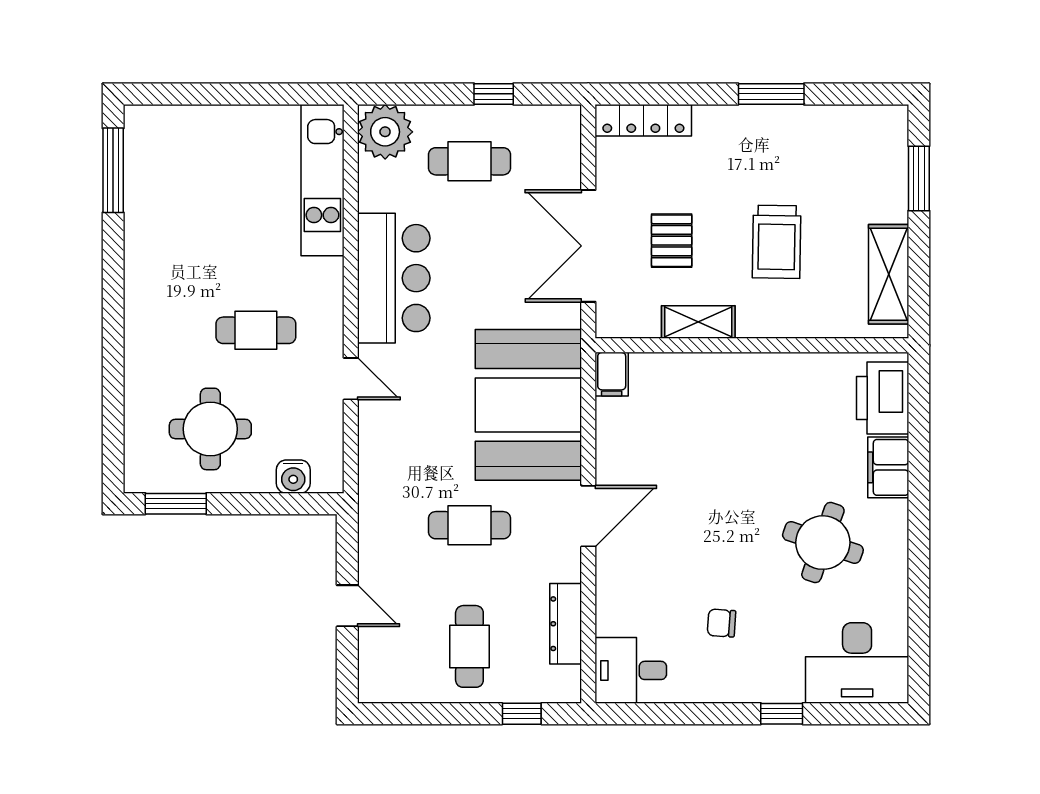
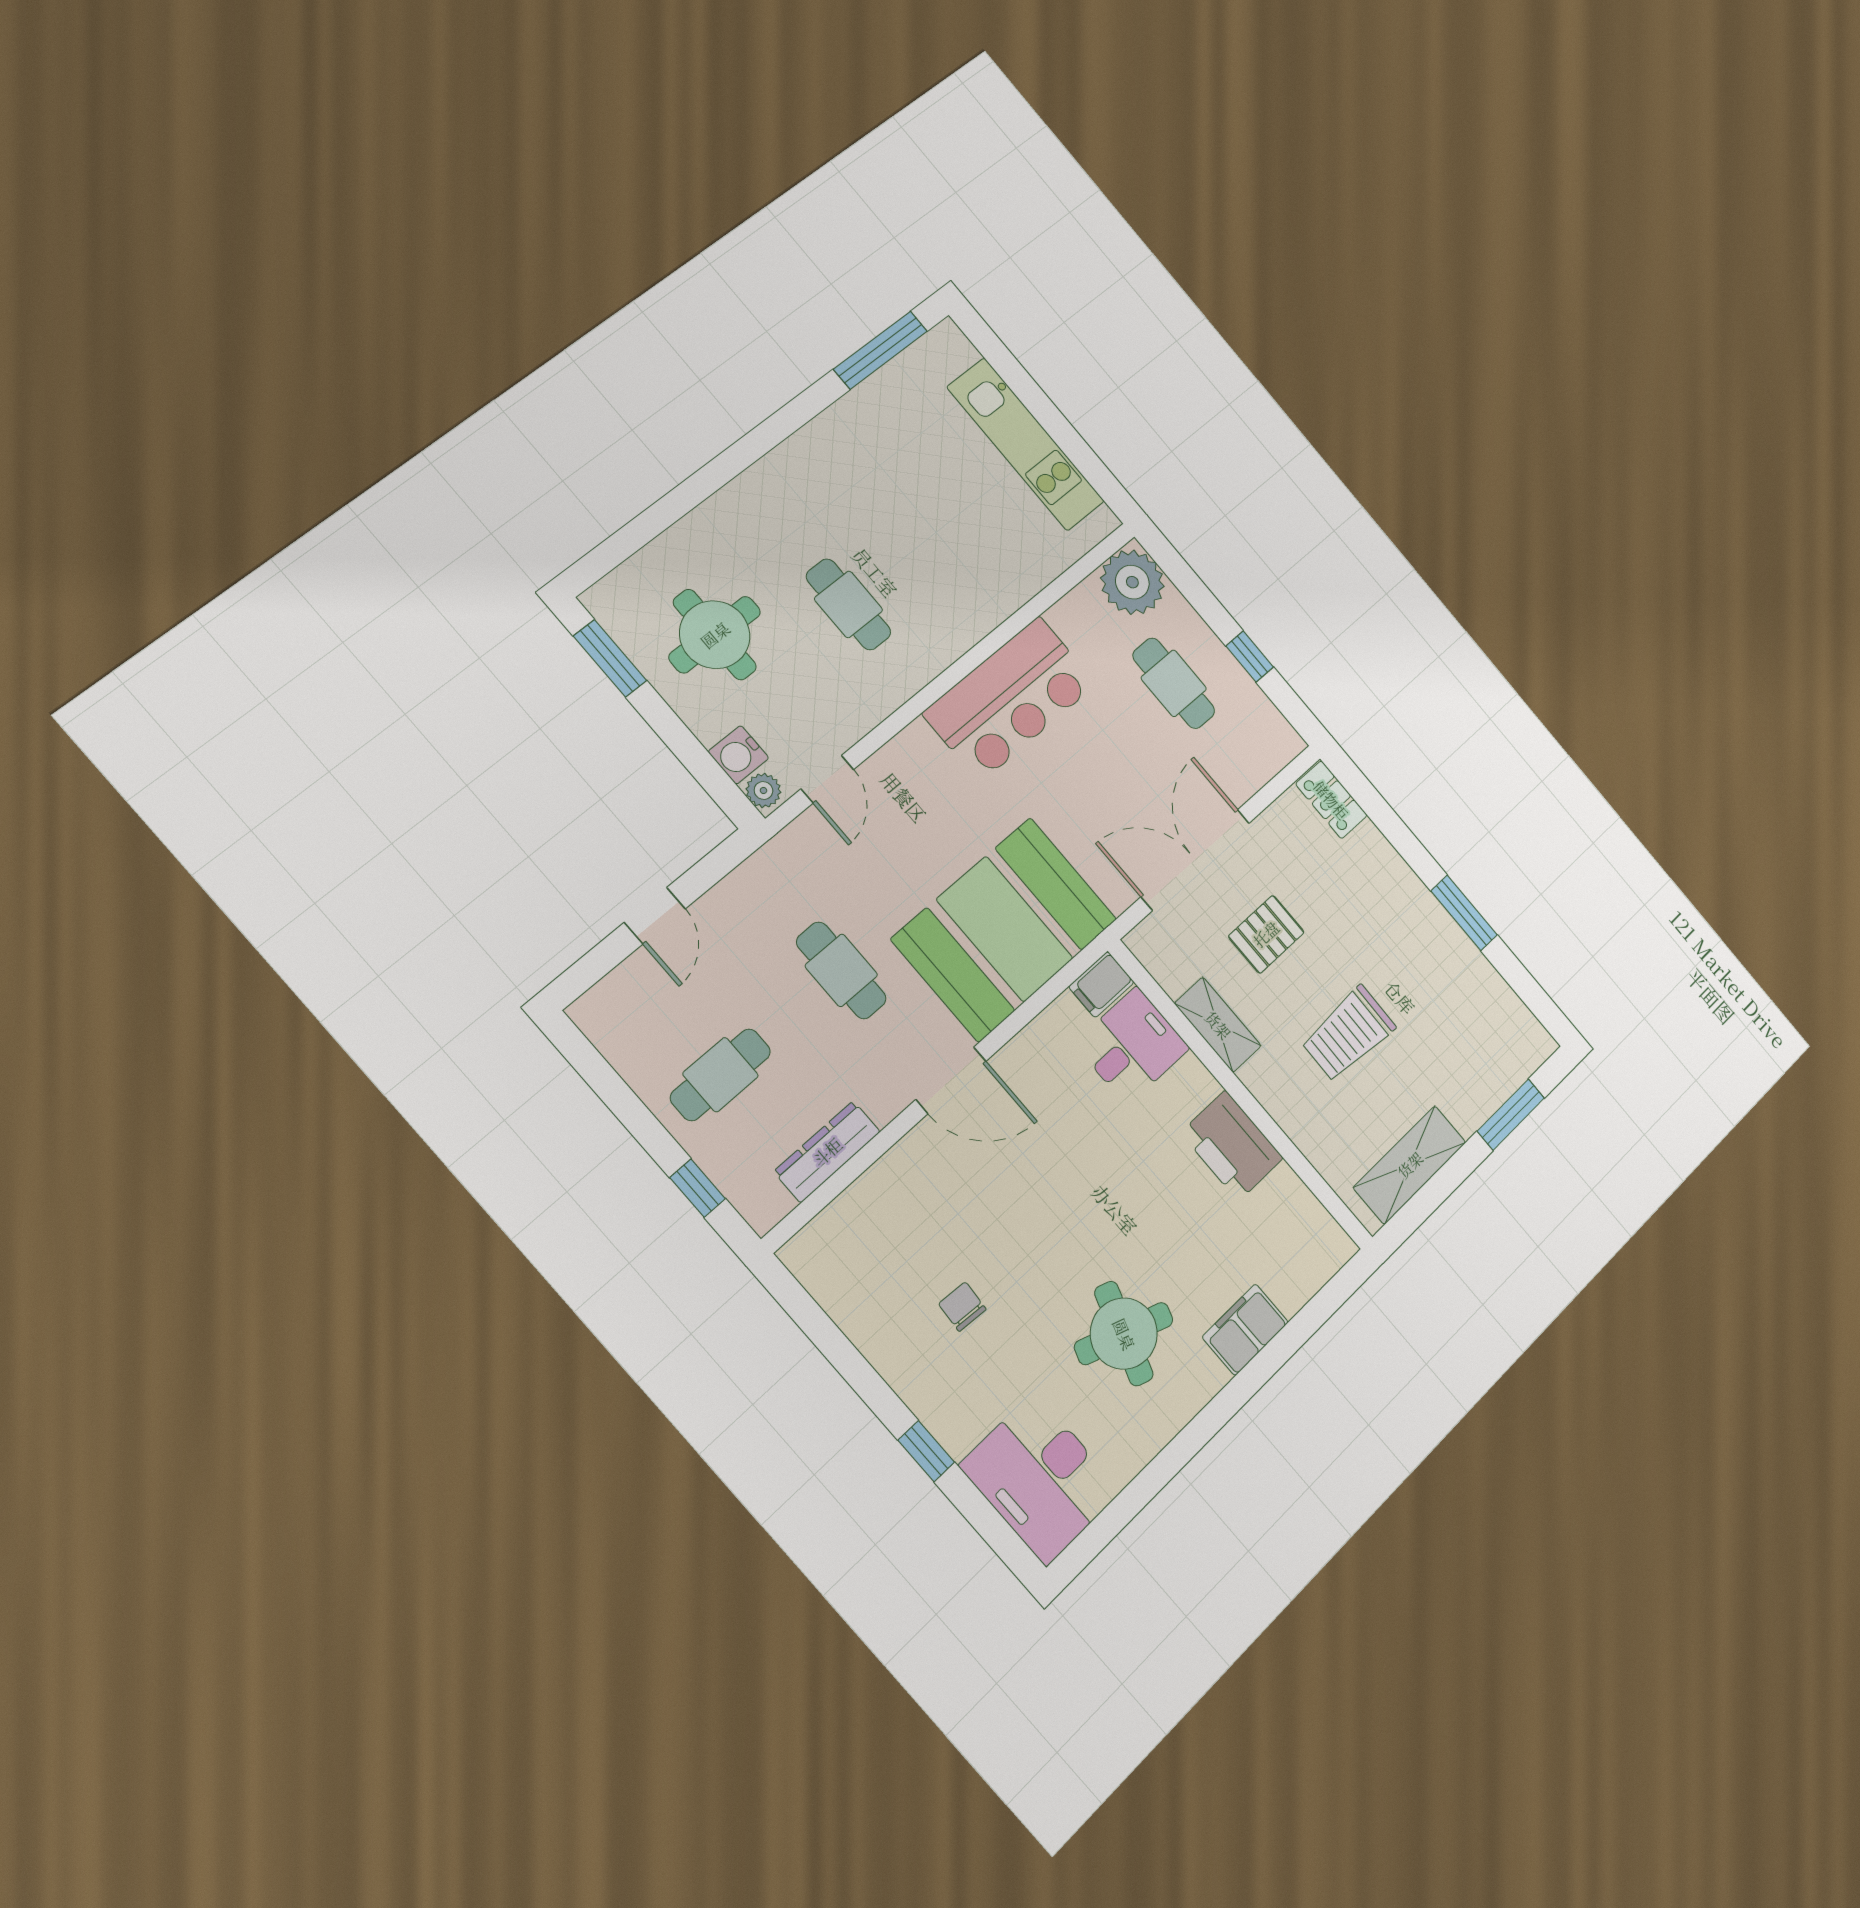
locker: (643, 120) -> (1331, 800), width x0.66
kitchen unit: (322, 180) -> (1026, 444), moved, turned -90
door: (351, 379) -> (827, 779), moved
printer: (883, 398) -> (1232, 1145), moved, turned -90
plant: (326, 480) -> (763, 790), added
desk: (631, 670) -> (1132, 1046), moved, turned 90

